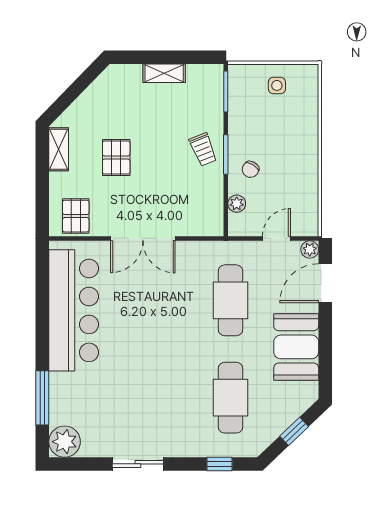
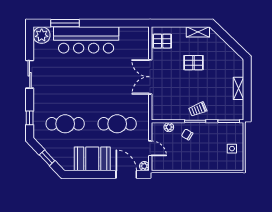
bar counter: (74, 310) -> (86, 40), moved

